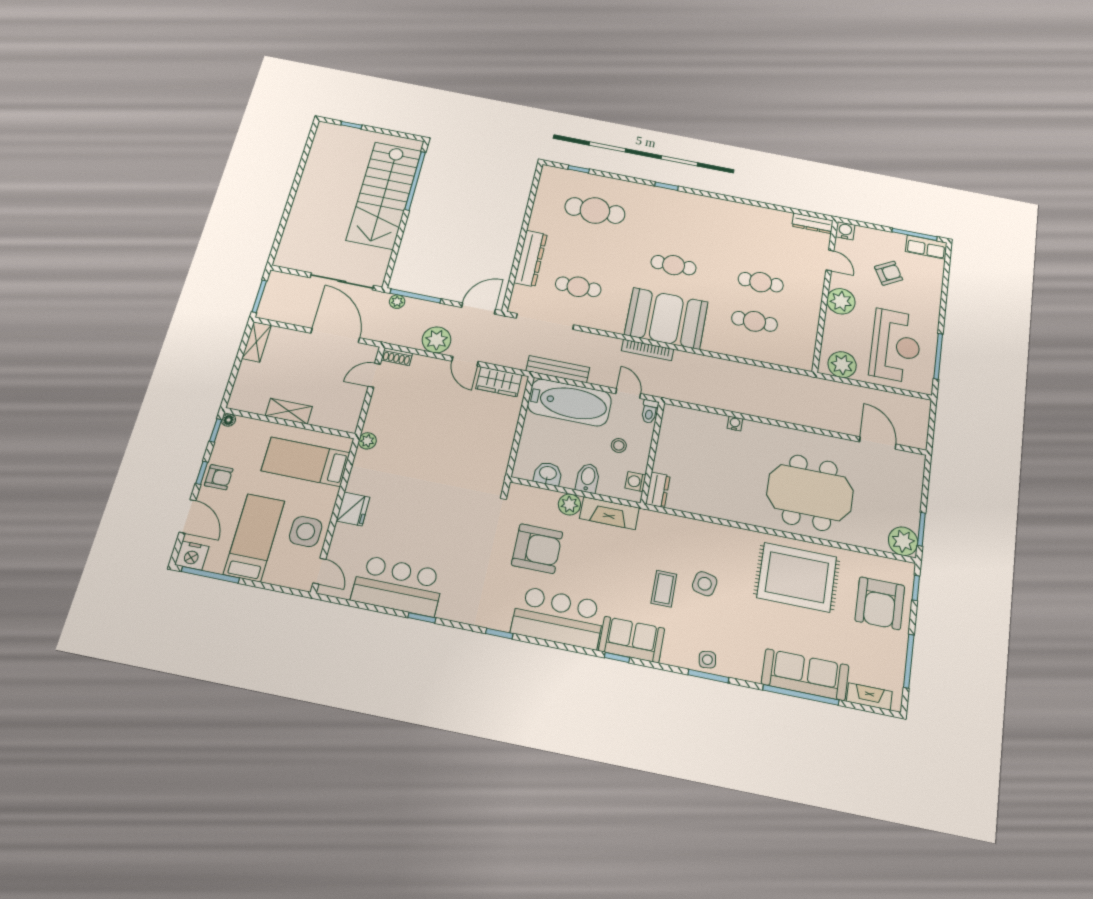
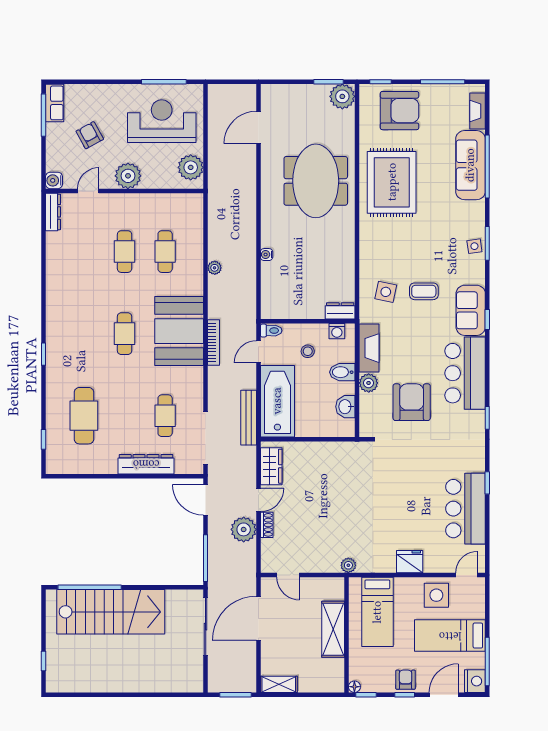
plant: (397, 302) -> (215, 268), moved
shoe rack: (397, 357) -> (267, 525), moved
shelving: (289, 411) -> (333, 629), width x1.50, depth x1.33
side table: (705, 584) -> (386, 292), moved

